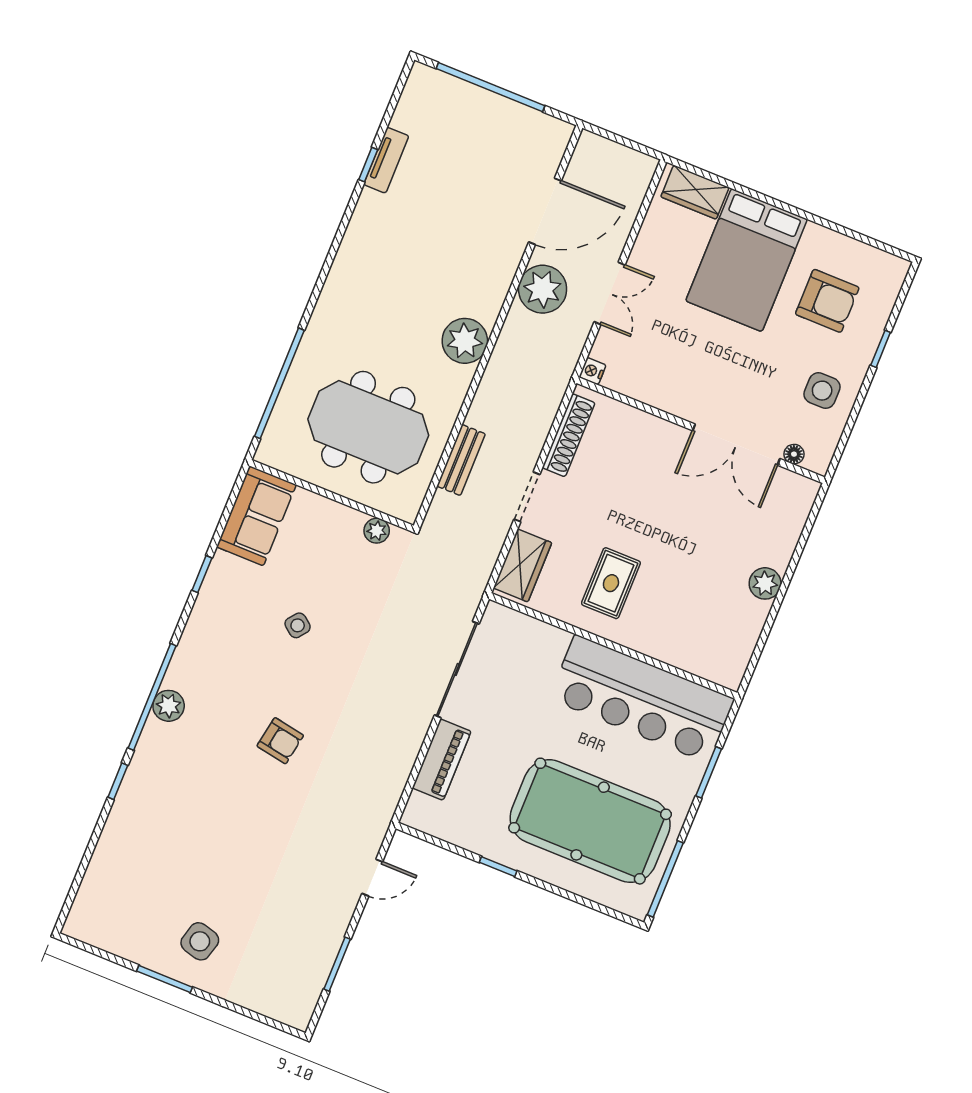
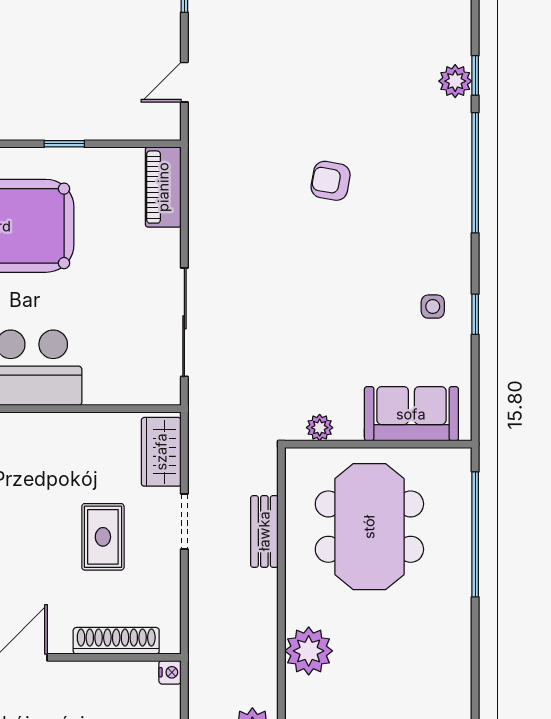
meeting table: (368, 427) -> (369, 527), turned 90
shoe rack: (569, 435) -> (116, 641), moved, turned 90
sofa: (256, 516) -> (411, 414), moved, turned 90
rug: (611, 583) -> (103, 537), moved
side table: (298, 625) -> (433, 307), moved, turned -38
plant: (169, 706) -> (455, 81), moved
piano: (442, 760) -> (163, 187), moved

